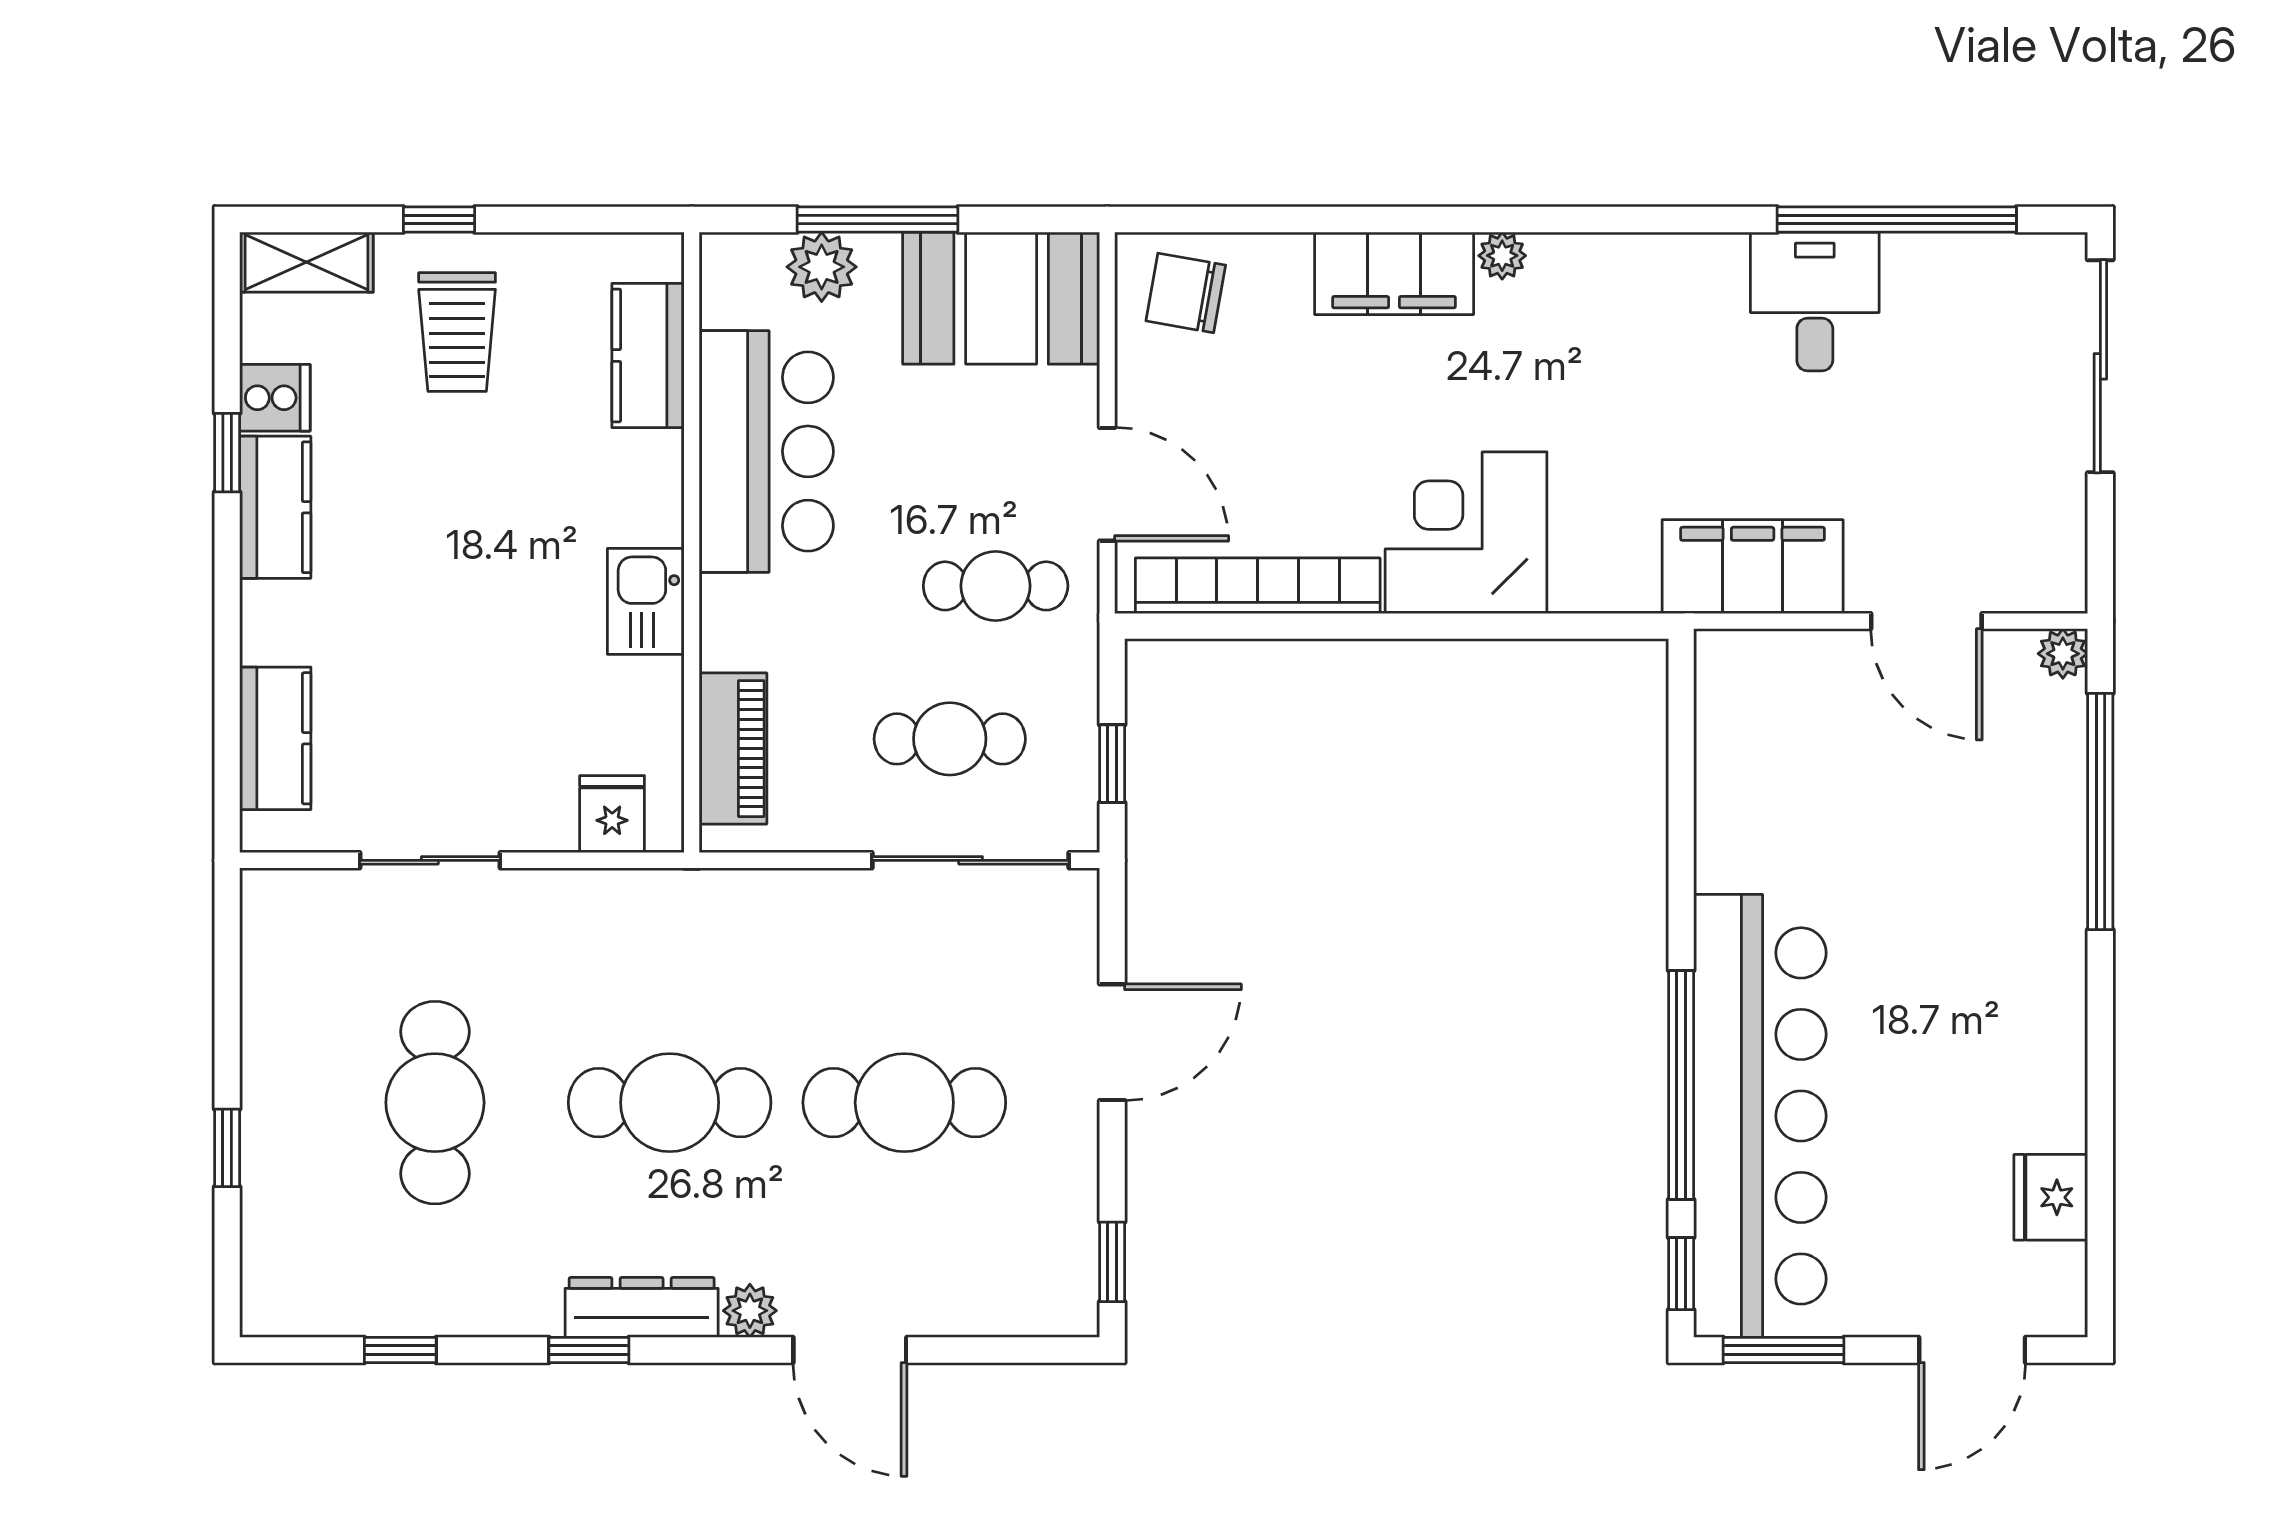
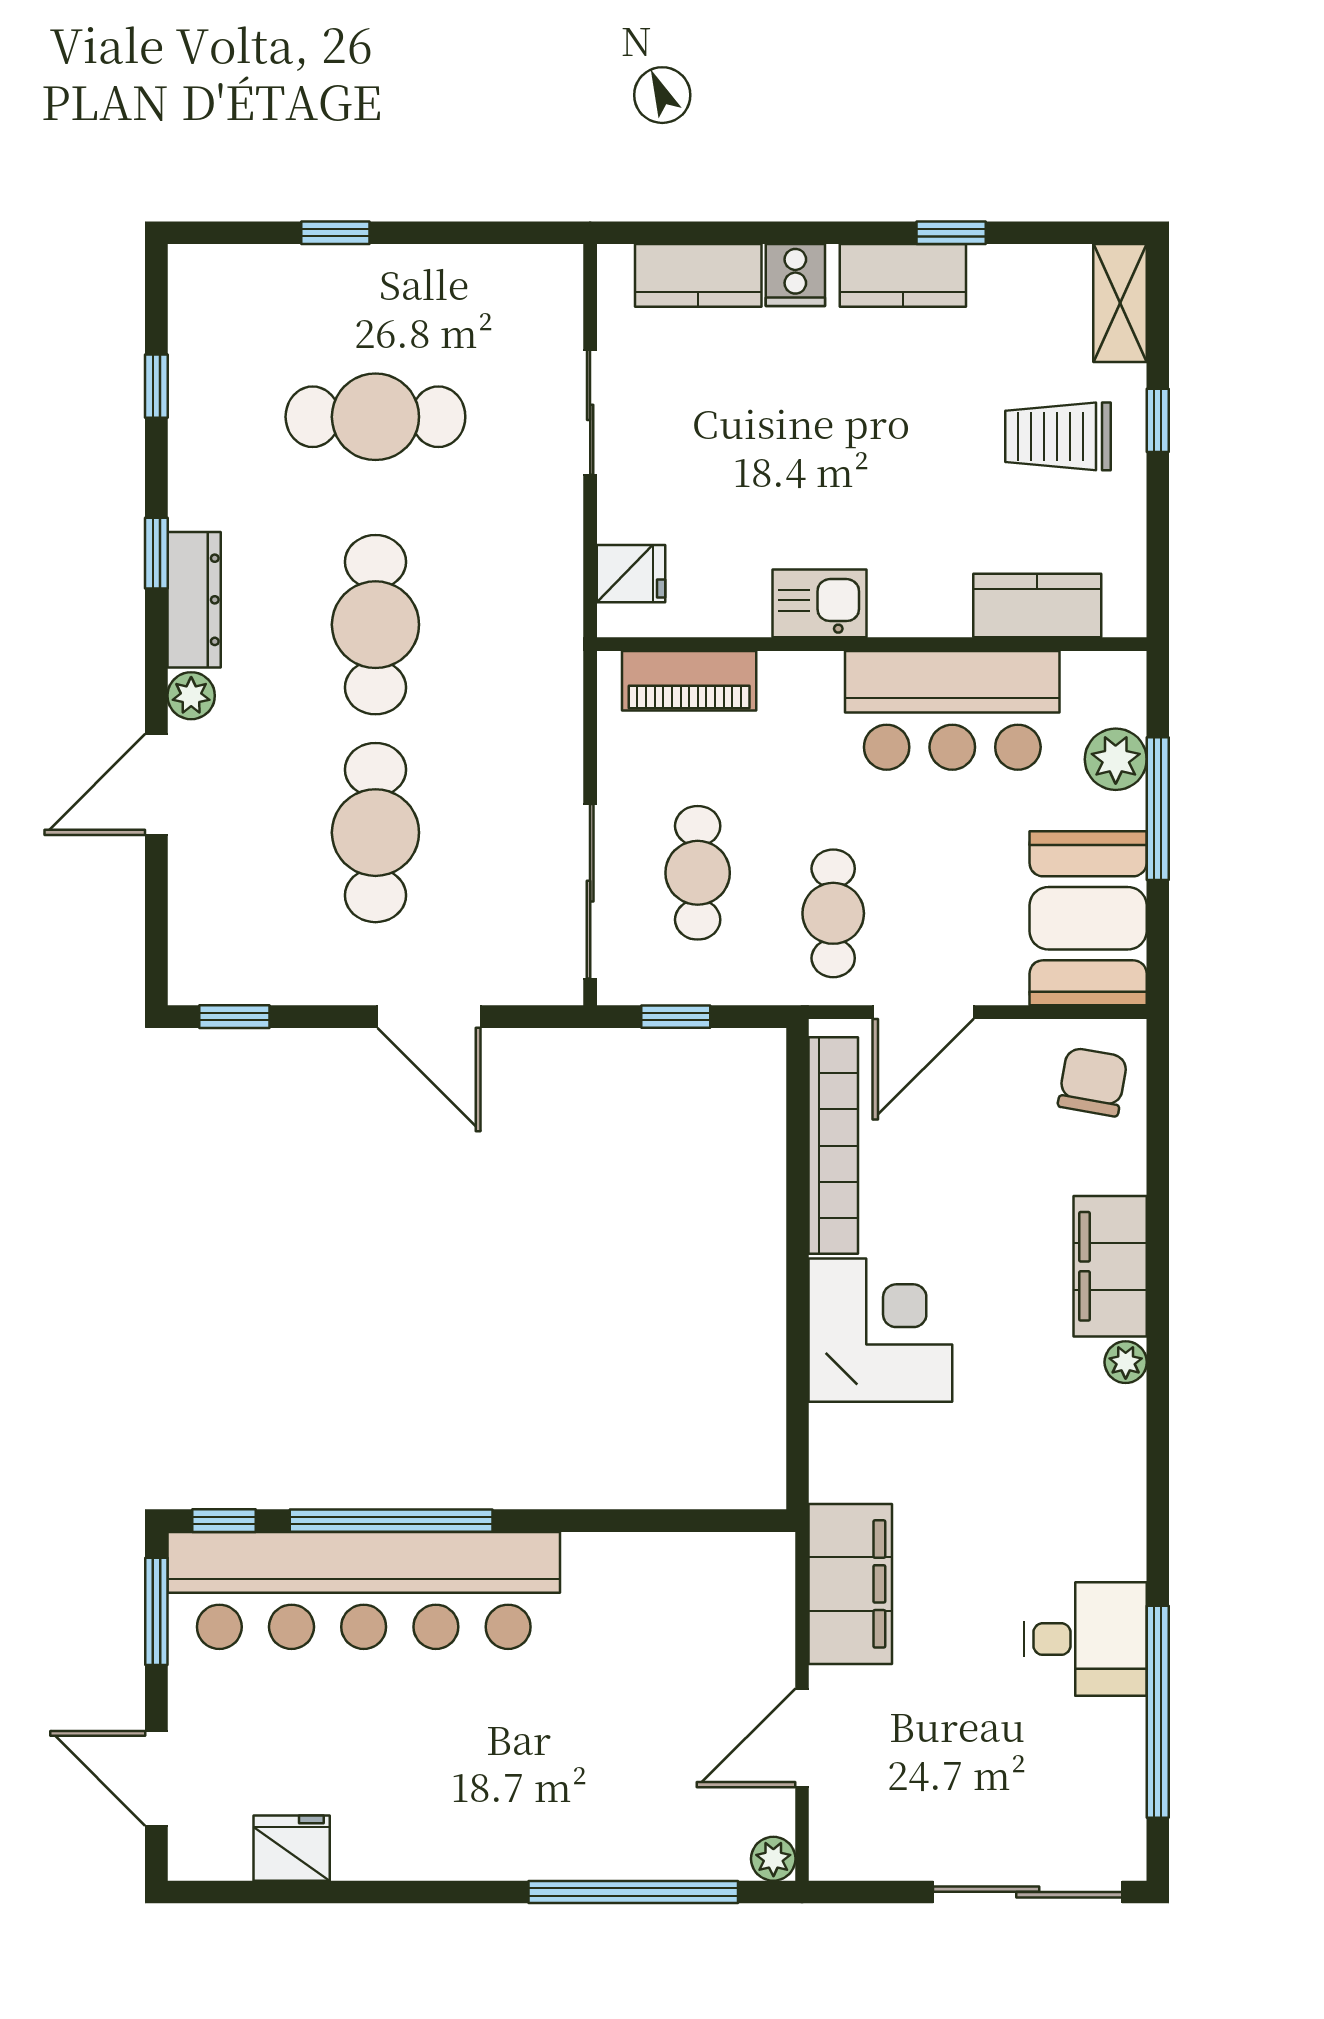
cooker: (275, 398) -> (795, 275), moved

